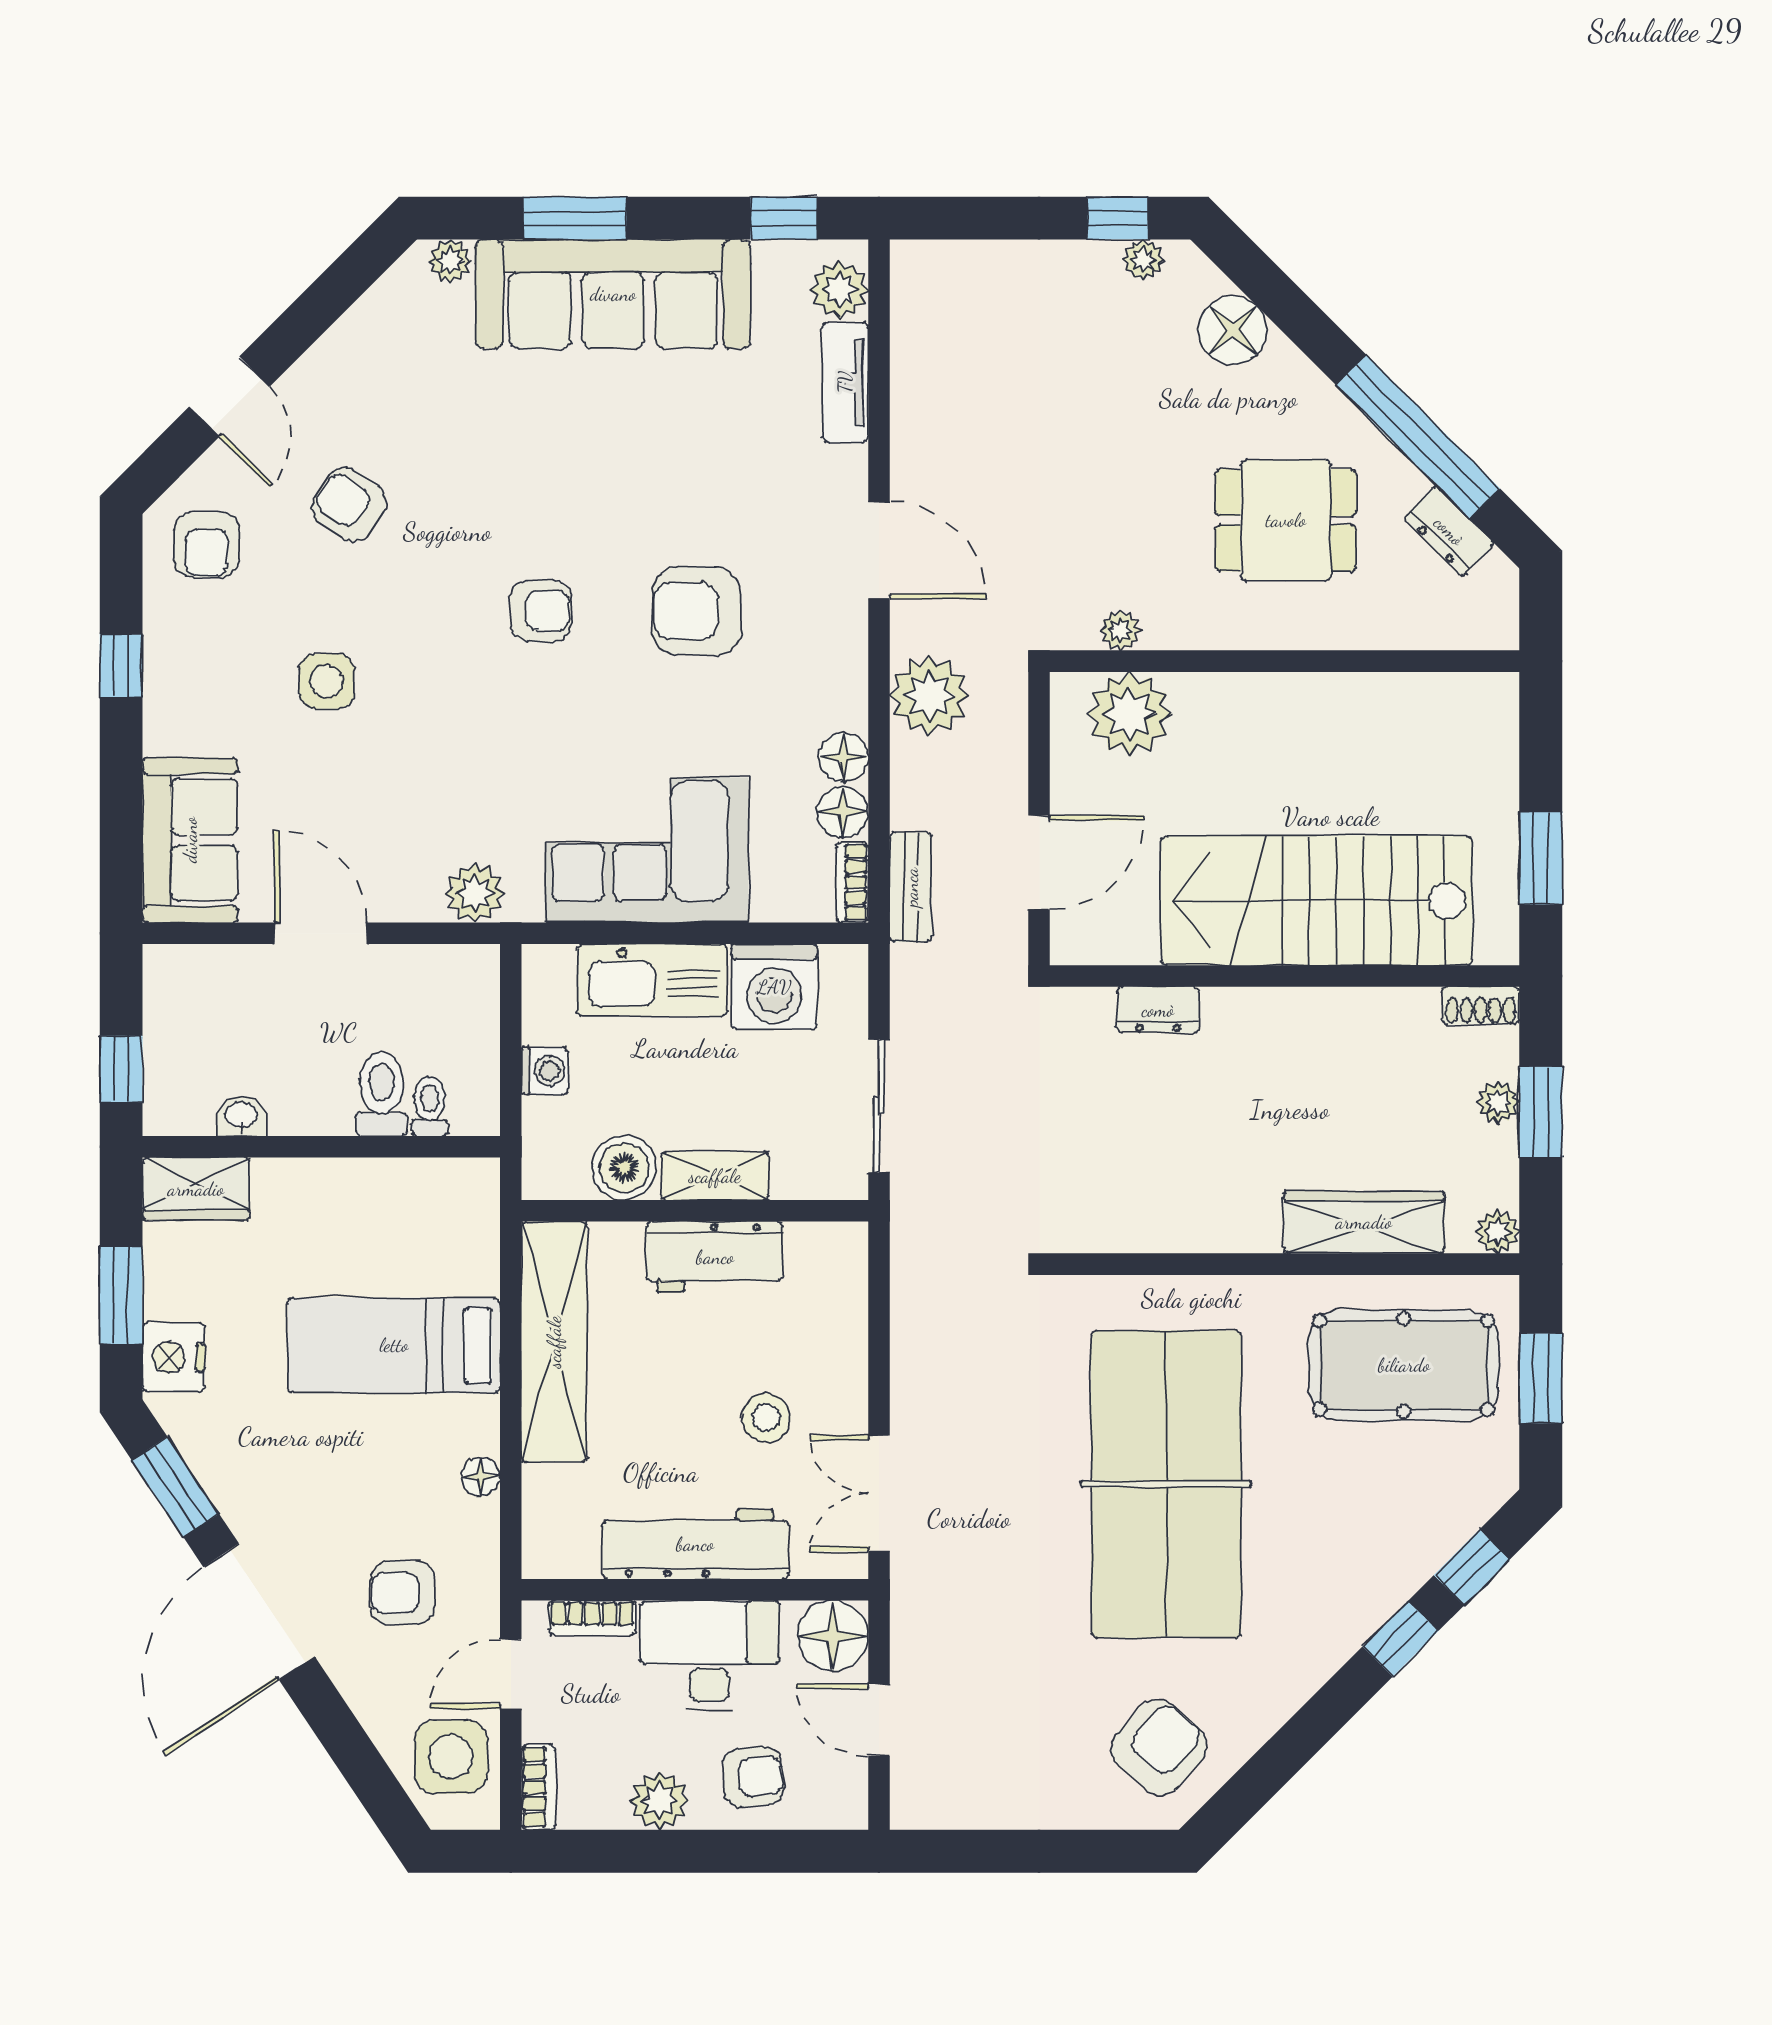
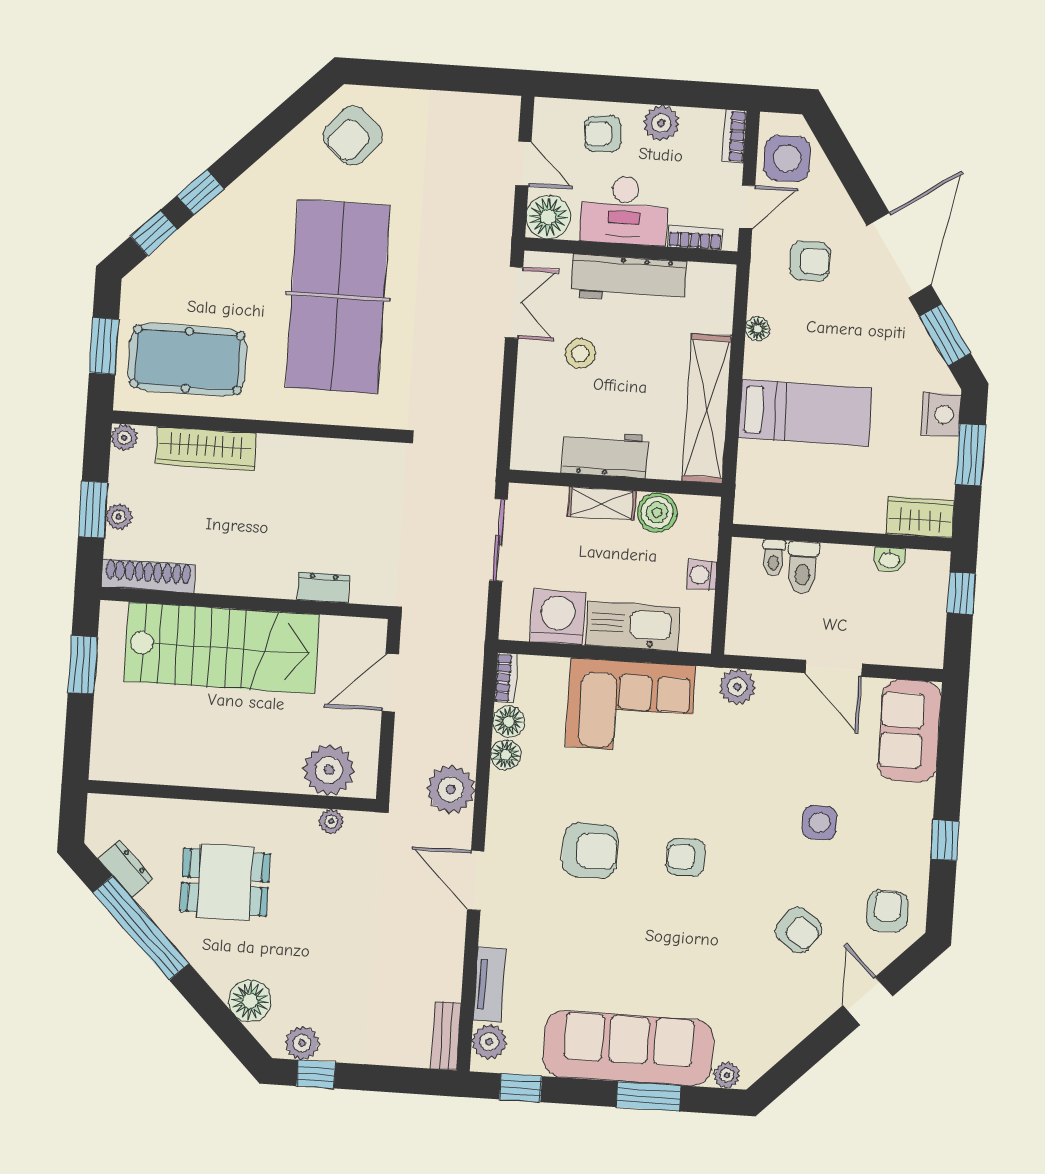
plant: (1143, 260) -> (302, 1043), width x1.38, depth x1.38
bench: (911, 887) -> (446, 1036), moved
shoe rack: (1481, 1005) -> (148, 576), width x1.94, depth x1.24

